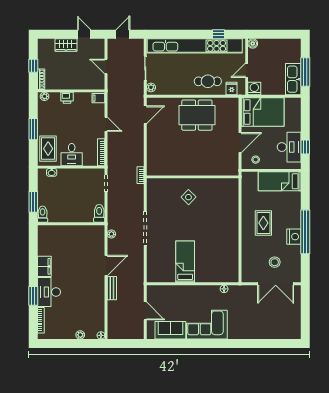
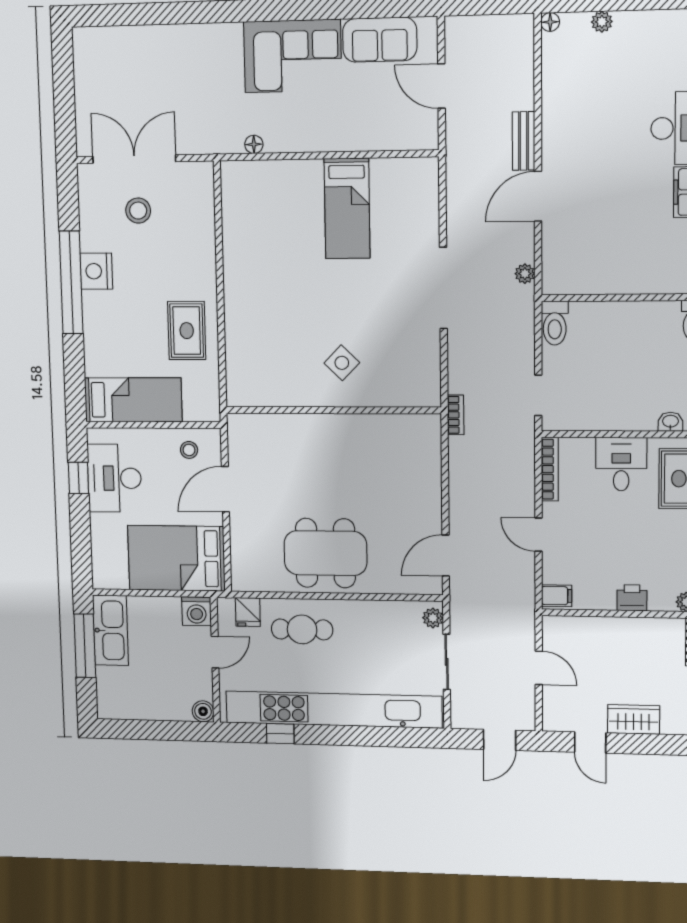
rug: (263, 223) -> (187, 331), moved

